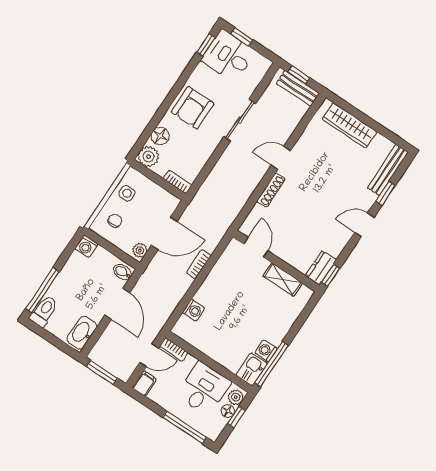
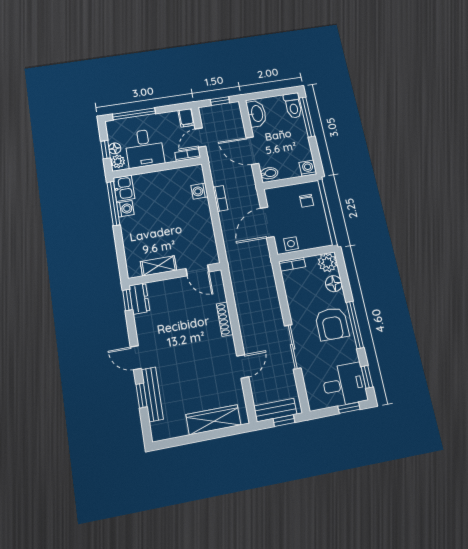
window: (176, 90) -> (355, 325), added
armchair: (193, 108) -> (332, 324), turned 180
door: (281, 158) -> (243, 366), moved
bench: (388, 170) -> (152, 394), moved
side table: (127, 193) -> (291, 244), moved
door: (364, 225) -> (136, 358), swing flipped
plant: (140, 250) -> (272, 197), removed
bookcase: (199, 264) -> (220, 198), moved
window: (102, 372) -> (220, 101), width x0.67

